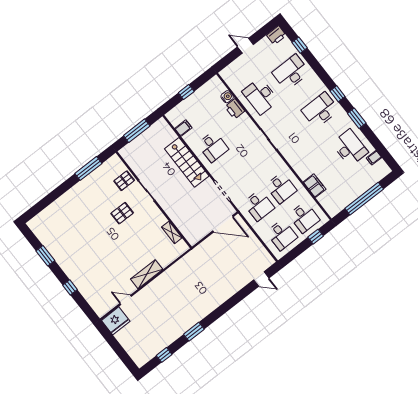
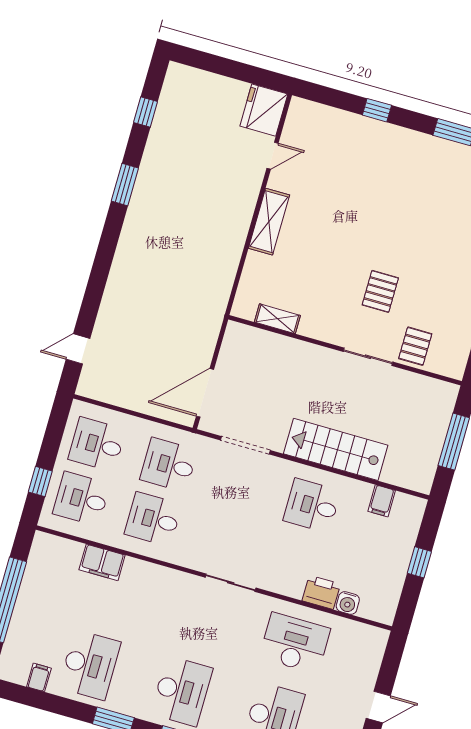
desk: (350, 148) -> (90, 665), turned -90

